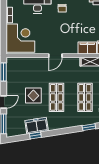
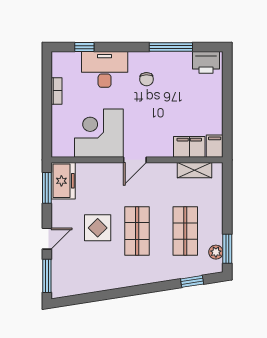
corner desk: (20, 38) -> (99, 133), moved, turned -90
freezer: (37, 126) -> (63, 181), moved, turned 99
window: (35, 135) -> (101, 296), removed

